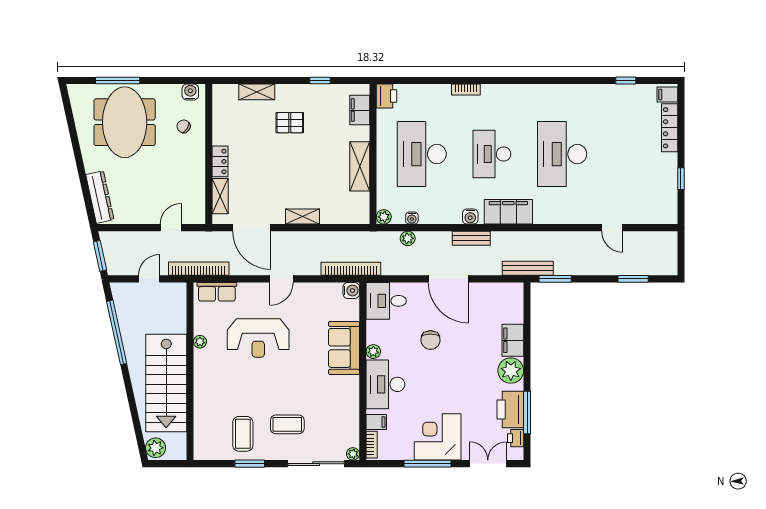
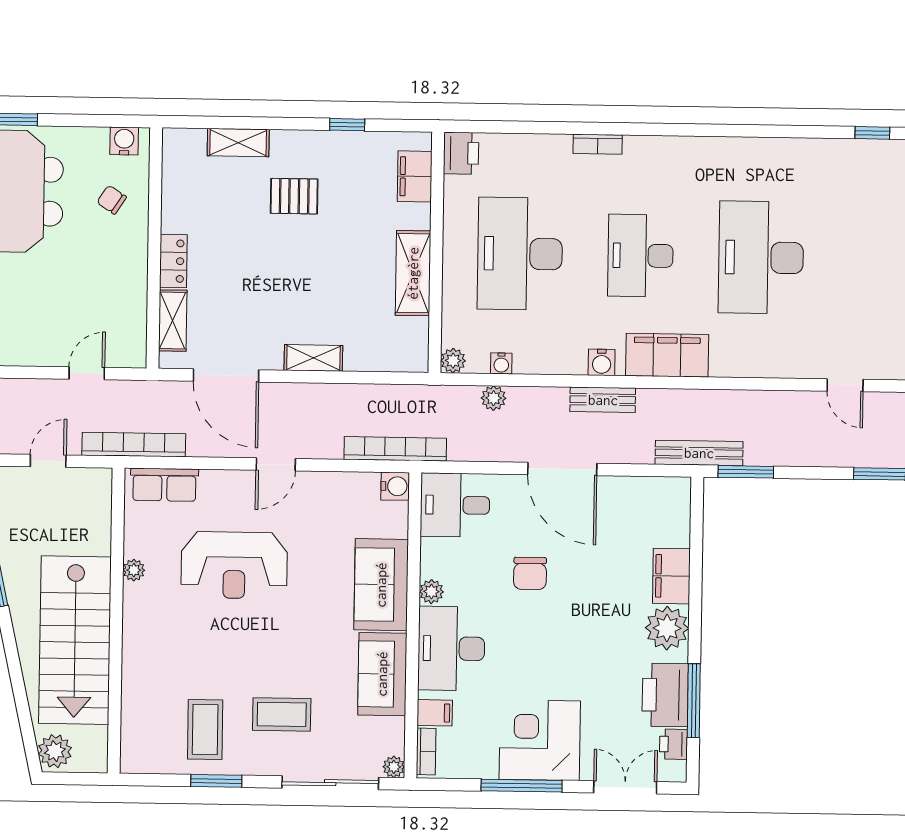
sofa: (345, 400) -> (382, 674), added

